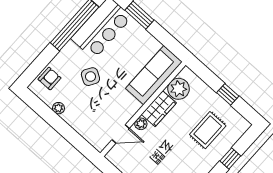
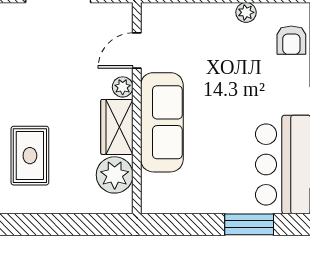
sofa: (154, 75) -> (162, 122), moved
side table: (90, 77) -> (241, 90), removed
window: (228, 94) -> (45, 224), removed

